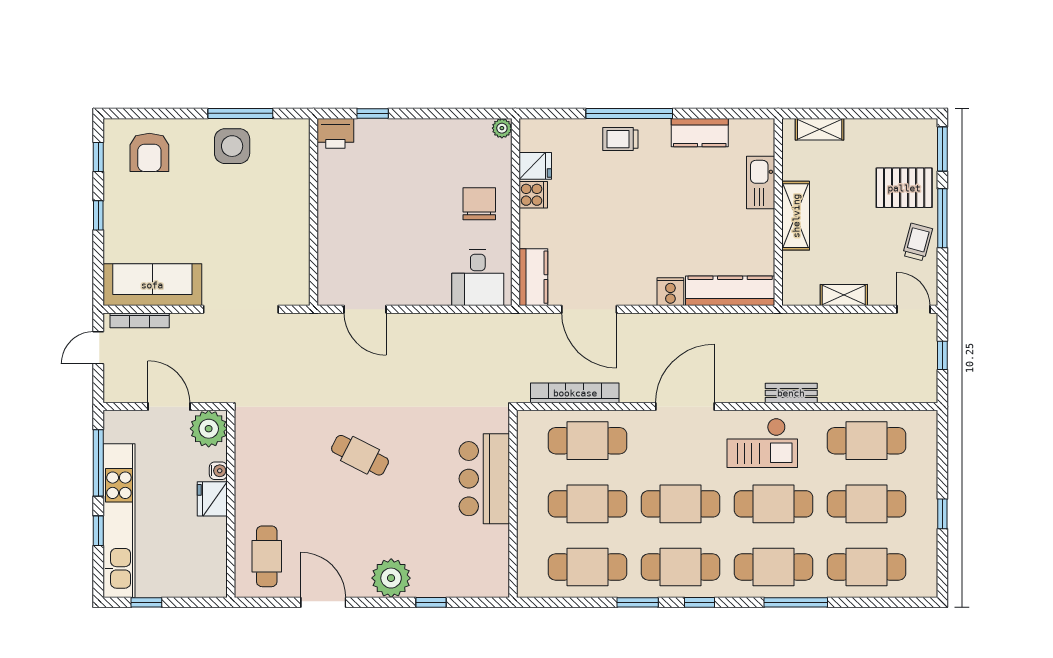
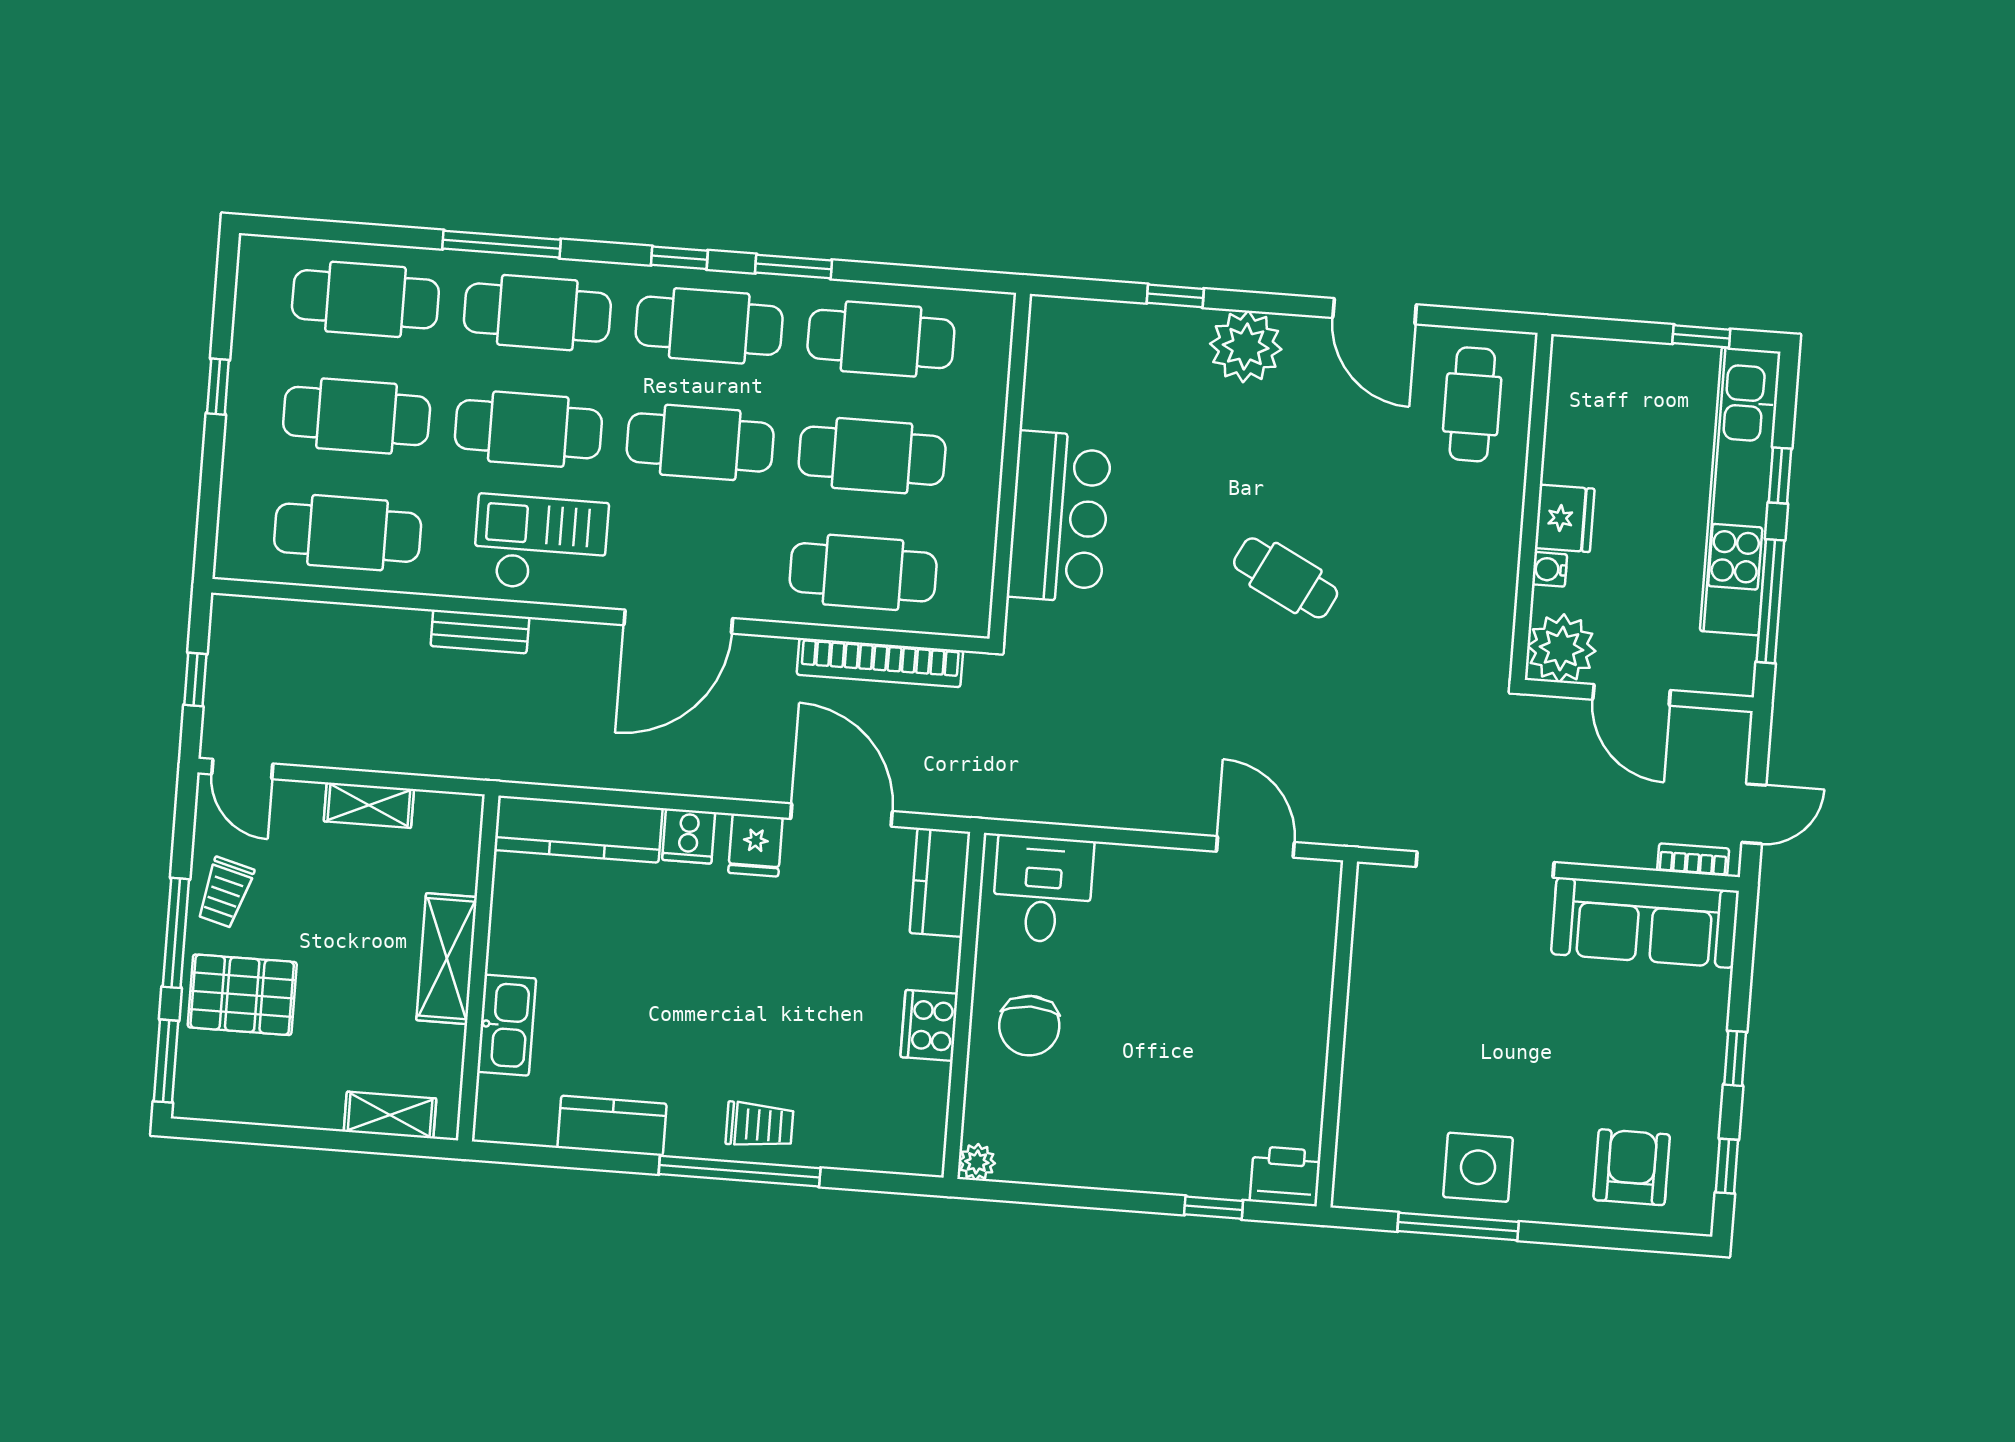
fridge: (535, 166) -> (755, 845), moved, turned -90
cooker: (533, 195) -> (929, 1025), width x1.36
bookcase: (140, 320) -> (1693, 860), width x0.64

